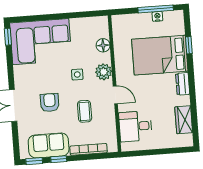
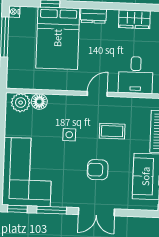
nightstand: (157, 16) -> (14, 12), moved
window: (10, 67) -> (52, 210), added
plant: (104, 72) -> (21, 103), moved

